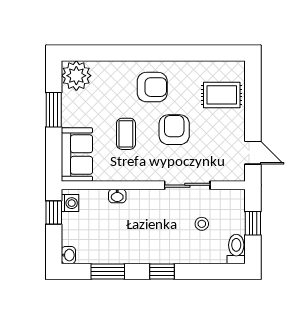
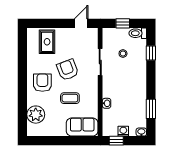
plant: (76, 76) -> (36, 115), moved
window: (54, 110) -> (56, 141), removed
armchair: (174, 130) -> (68, 70), turned 69
washing machine: (70, 203) -> (123, 131), moved
window: (162, 271) -> (151, 53), moved

